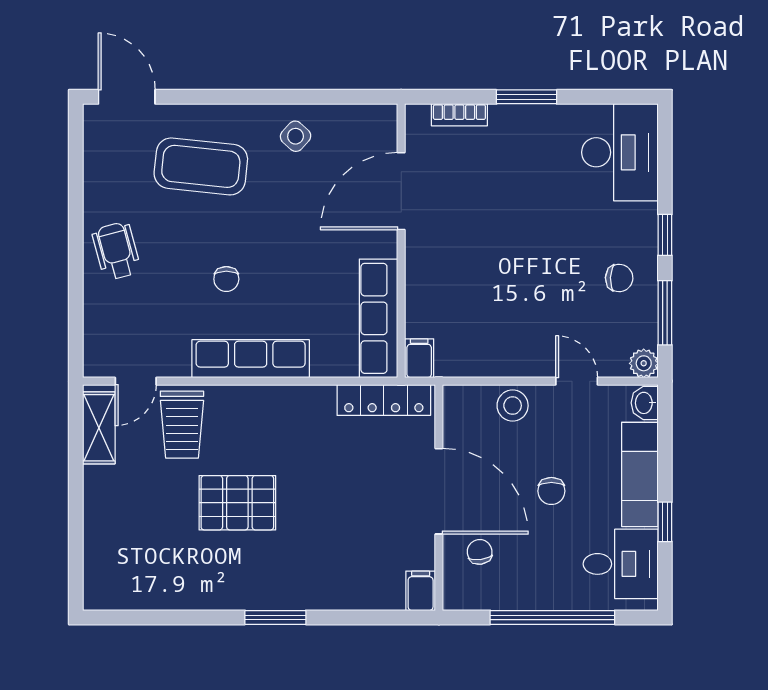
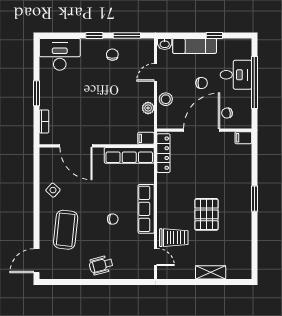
plant: (644, 363) -> (148, 108), moved
shelving: (99, 428) -> (211, 272), moved
desk: (621, 564) -> (236, 75), moved, turned 90

